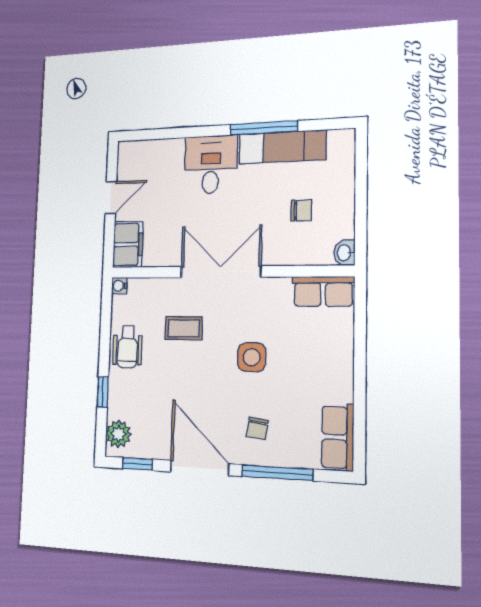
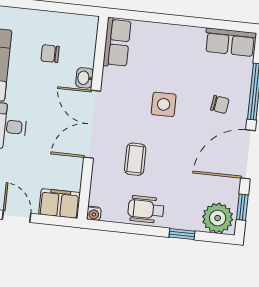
chair: (302, 210) -> (50, 54), turned -90
washbasin: (344, 253) -> (85, 78), moved, turned 90
wheelchair: (127, 347) -> (146, 209), turned 180
plant: (118, 434) -> (218, 218), width x1.36, depth x1.36

